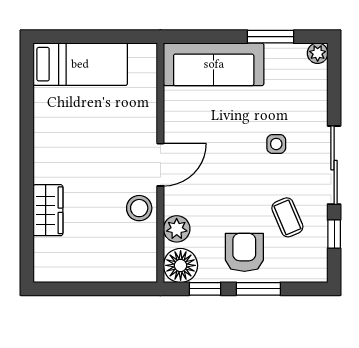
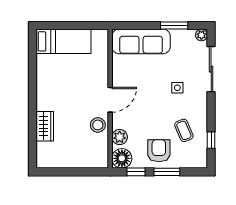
sliding door: (334, 165) -> (211, 69), moved

